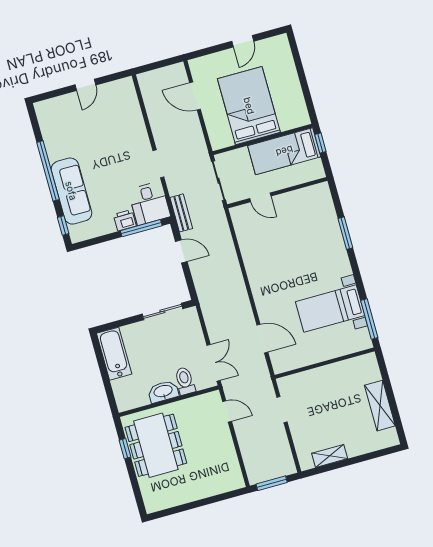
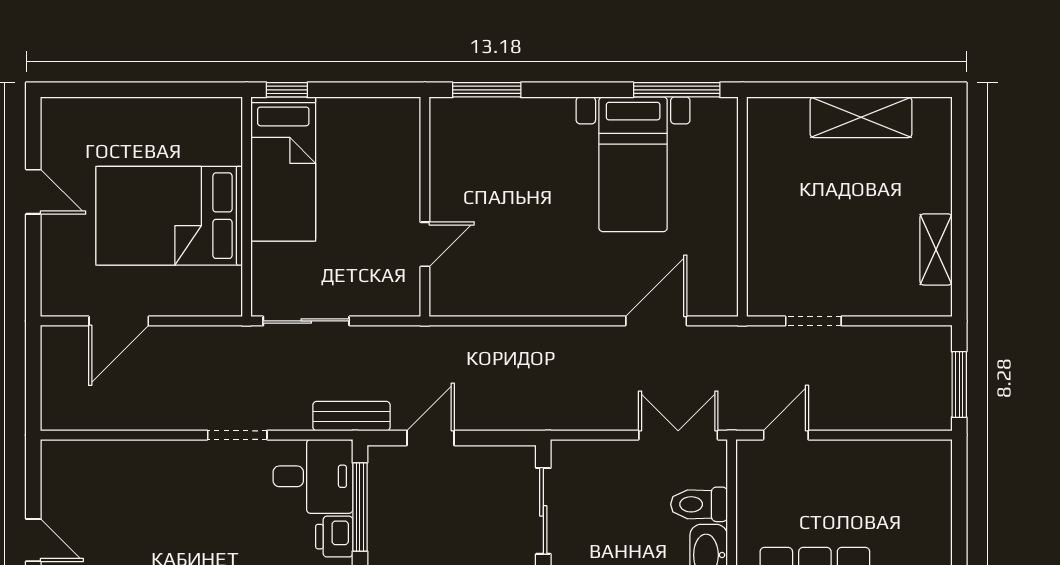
wall: (277, 193) -> (425, 207), moved
door: (260, 197) -> (425, 244), moved

